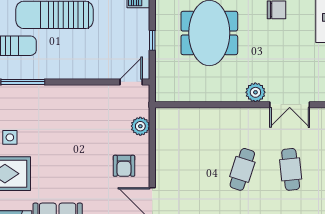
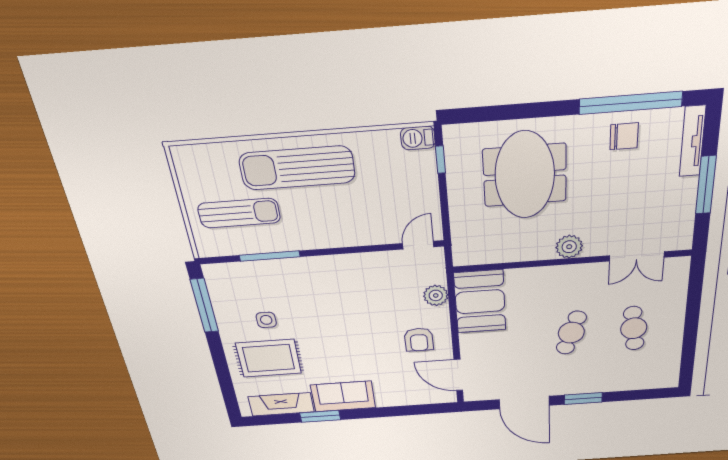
window: (152, 40) -> (440, 160), moved
plant: (255, 92) -> (569, 247), moved
booth: (173, 135) -> (480, 302), added

